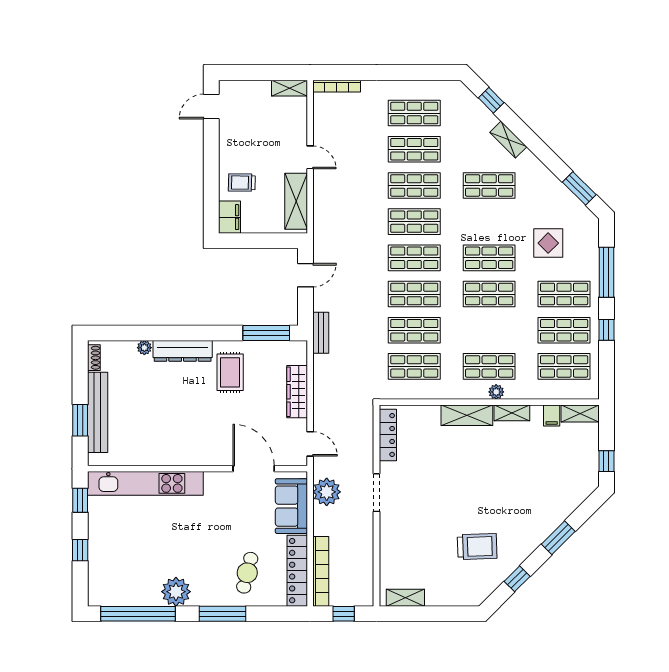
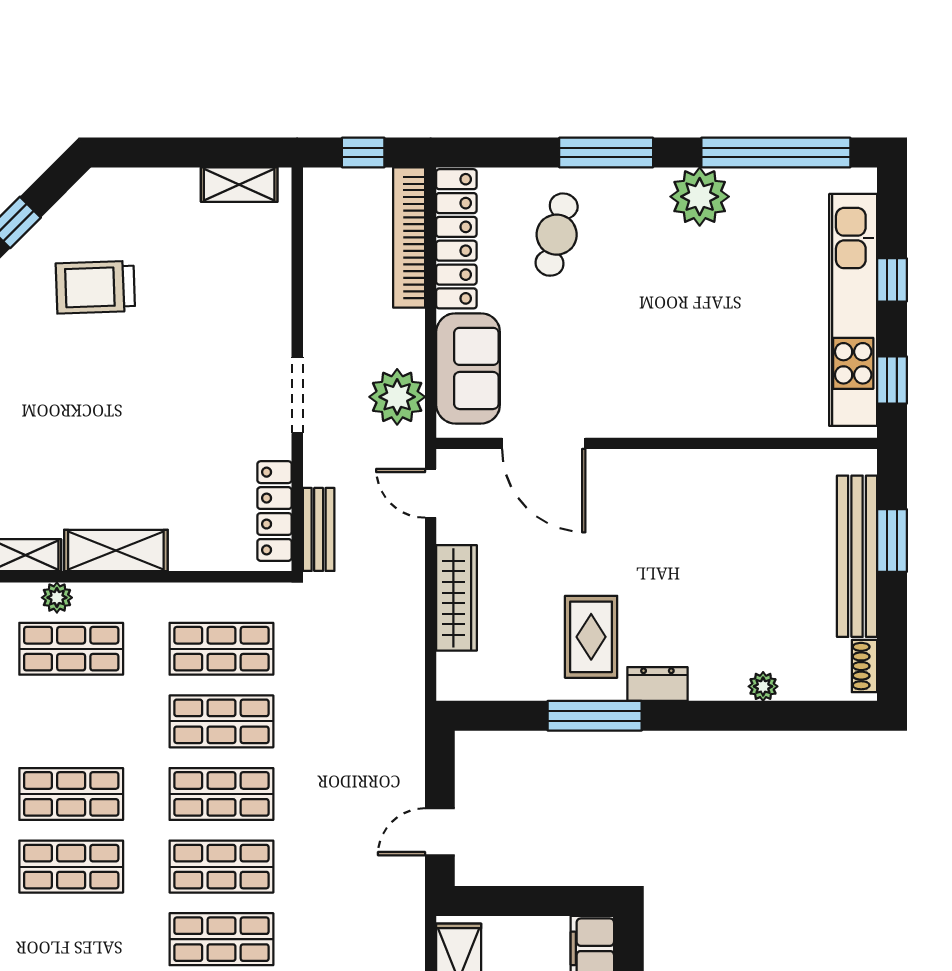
window: (266, 333) -> (595, 716), moved
bench: (321, 333) -> (319, 529), moved
dresser: (183, 351) -> (657, 684), width x0.51, depth x0.80
kitchen unit: (145, 483) -> (853, 310), moved, turned -90

